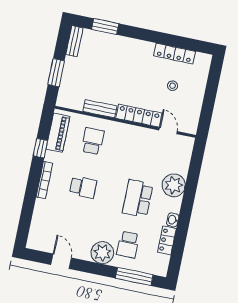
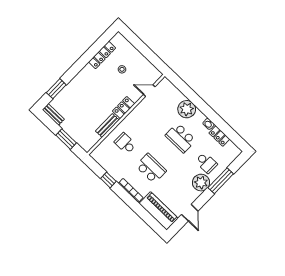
locker: (139, 116) -> (124, 107), width x0.66
piano: (58, 133) -> (159, 211), moved, width x1.37, depth x1.33
school desk: (83, 187) -> (151, 168), width x1.85
door: (61, 261) -> (190, 213), swing flipped
window: (134, 276) -> (221, 181), moved

